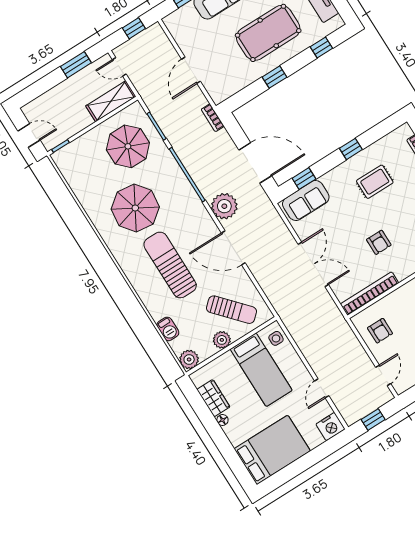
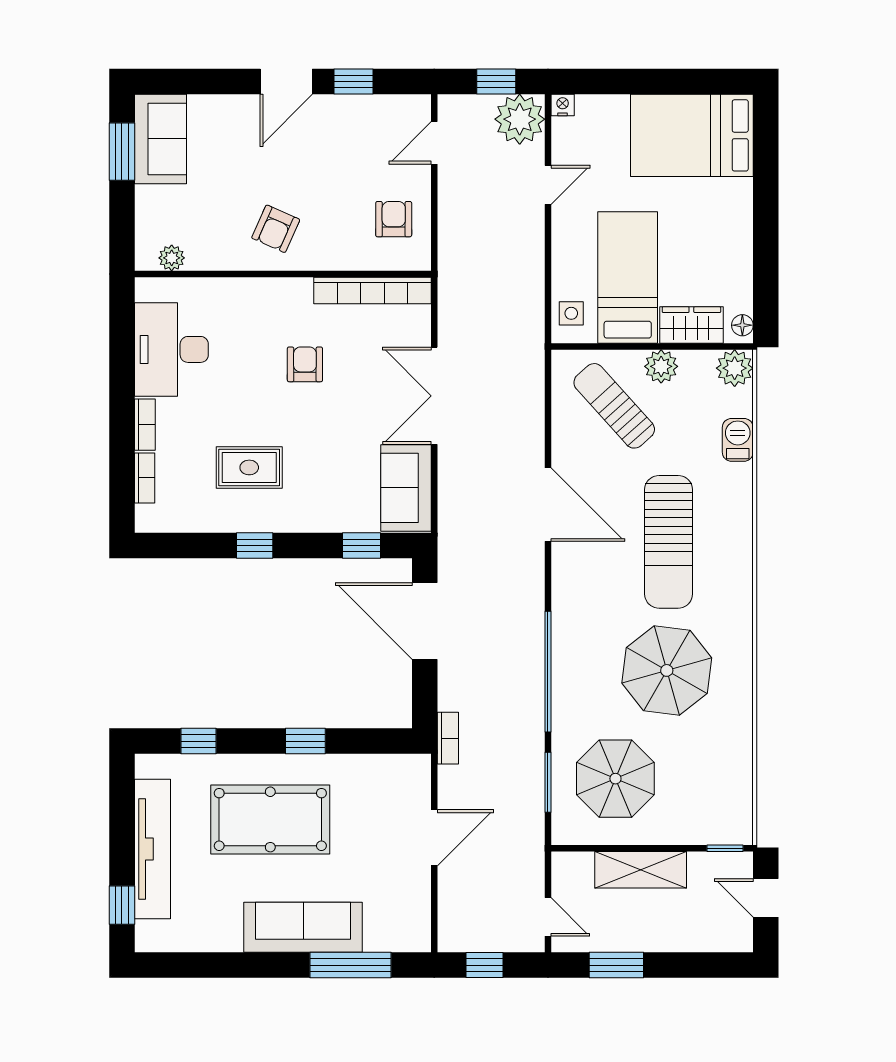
shelving: (111, 101) -> (641, 870), moved
sofa: (306, 201) -> (406, 488), moved, turned -90
plant: (224, 206) -> (520, 119), moved
wardrobe: (213, 398) -> (691, 325), moved, turned 90
floor lamp: (222, 420) -> (742, 325), moved
nightstand: (331, 427) -> (563, 105), width x0.53, depth x0.56

